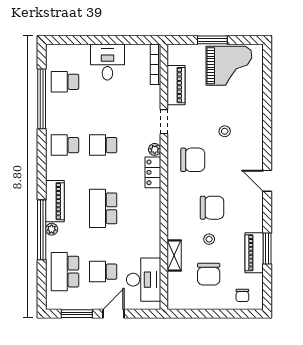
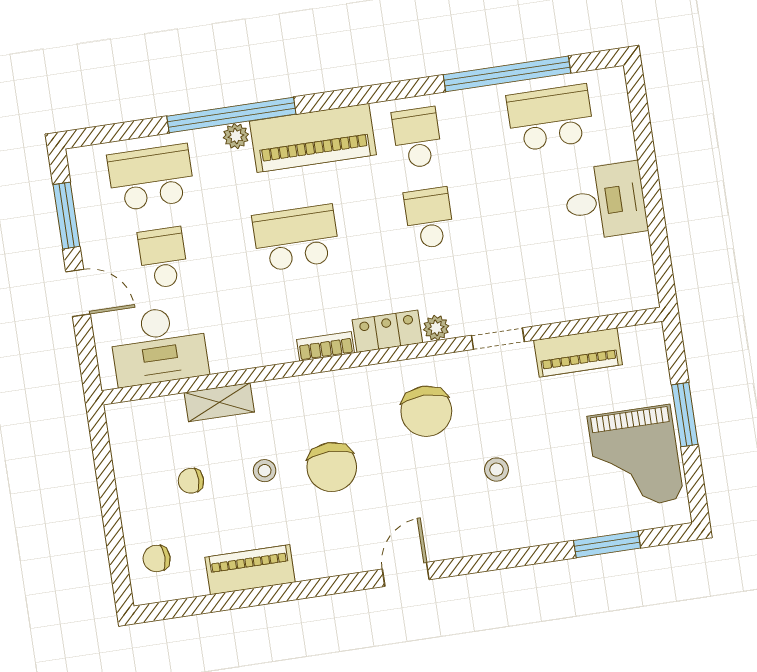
bookcase: (156, 64) -> (326, 346), moved, width x0.64
school desk: (65, 82) -> (550, 118), width x1.85
piano: (55, 201) -> (313, 138), width x1.37, depth x1.33
window: (267, 249) -> (607, 544), moved
chair: (209, 274) -> (191, 481), width x0.54, depth x0.54

